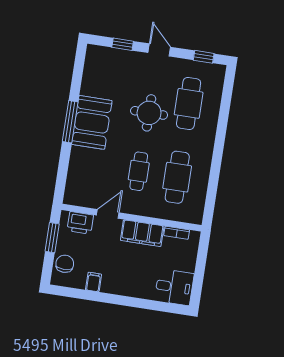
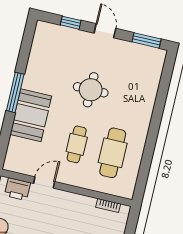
window: (204, 57) -> (147, 40), width x1.50
cafe table: (189, 103) -> (129, 84), removed
booth: (92, 122) -> (31, 115), moved
filing cabinet: (142, 233) -> (75, 203), removed

